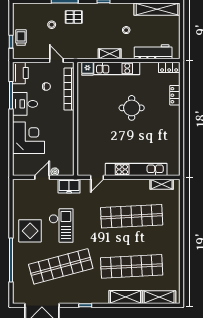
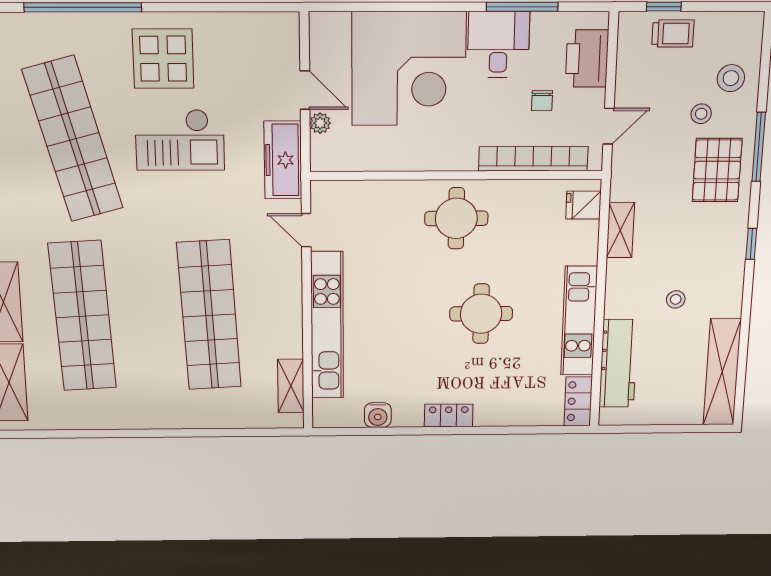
stool: (38, 14) -> (731, 78), added
pallet: (74, 17) -> (717, 170), width x1.50, depth x1.42
shelving: (110, 54) -> (620, 230), moved
kitchen unit: (117, 68) -> (579, 321), moved
printer: (20, 73) -> (587, 59), moved, turned 90
locker: (175, 95) -> (449, 415), moved
round table: (93, 119) -> (456, 218), added
corner desk: (28, 138) -> (409, 69), width x1.36, depth x1.36
water cooler: (174, 149) -> (378, 415), added
freezer: (69, 186) -> (283, 160), width x1.40

